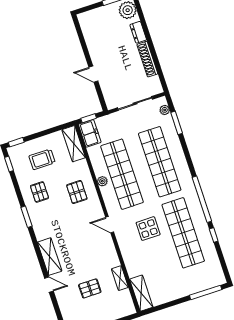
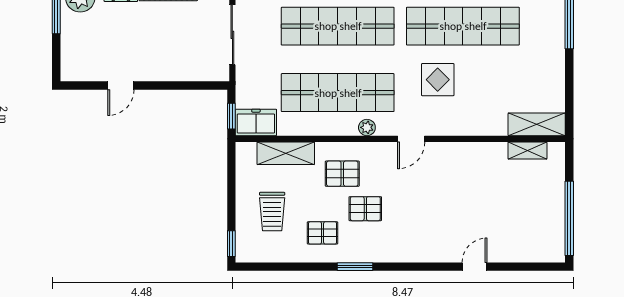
door: (93, 74) -> (121, 86), moved
shelving: (74, 144) -> (286, 153), moved
window: (9, 164) -> (262, 267), removed
plant: (102, 181) -> (367, 127), moved
shelving: (50, 257) -> (430, 251), removed
shelving: (120, 278) -> (527, 151), moved
pallet: (90, 288) -> (365, 209), moved, turned 90

